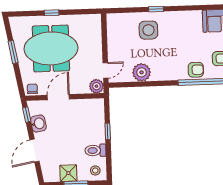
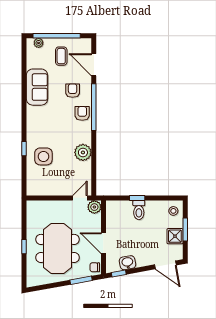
window: (13, 52) -> (81, 280), moved
door: (106, 70) -> (80, 198), hinge flipped
plant: (142, 72) -> (83, 152), moved
toilet: (95, 150) -> (139, 210), moved
door: (35, 151) -> (165, 265), moved

